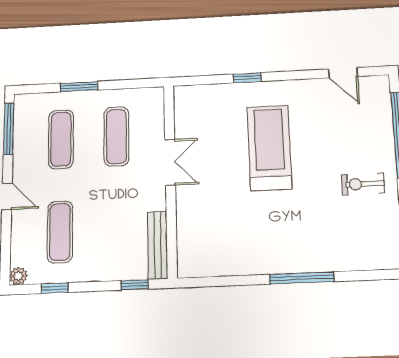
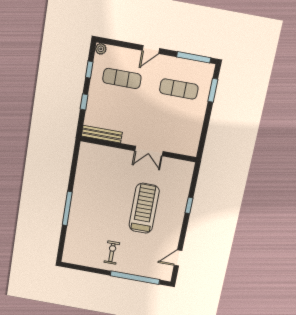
window: (79, 87) -> (213, 90), moved
exercise mat: (116, 136) -> (172, 123), removed
treadmill: (269, 148) -> (144, 208), turned -90
window: (135, 285) -> (84, 102), moved

